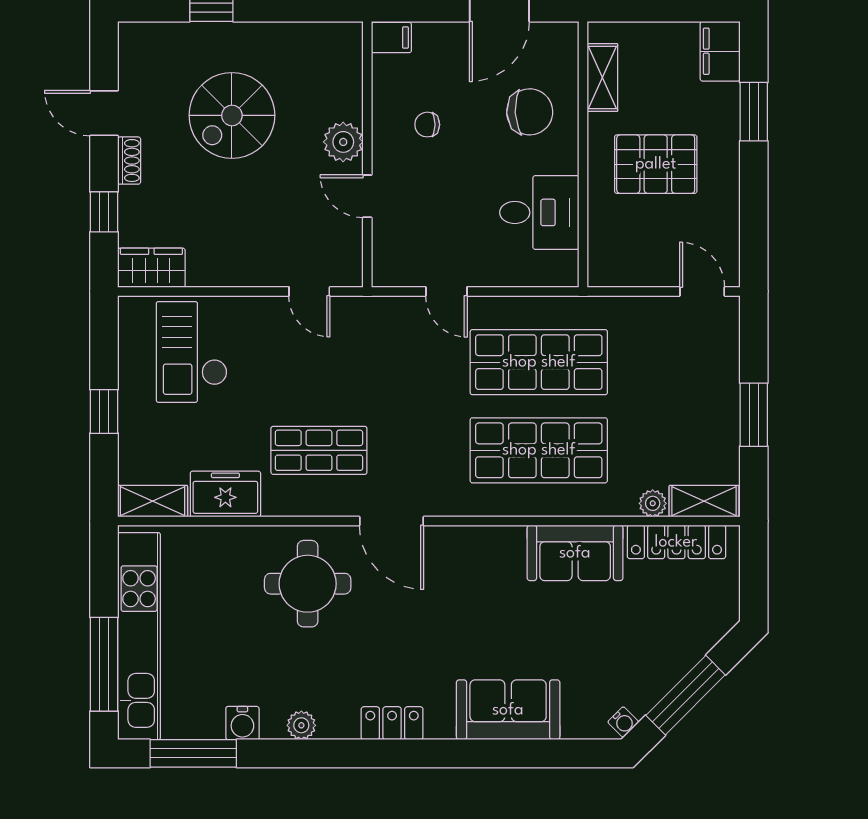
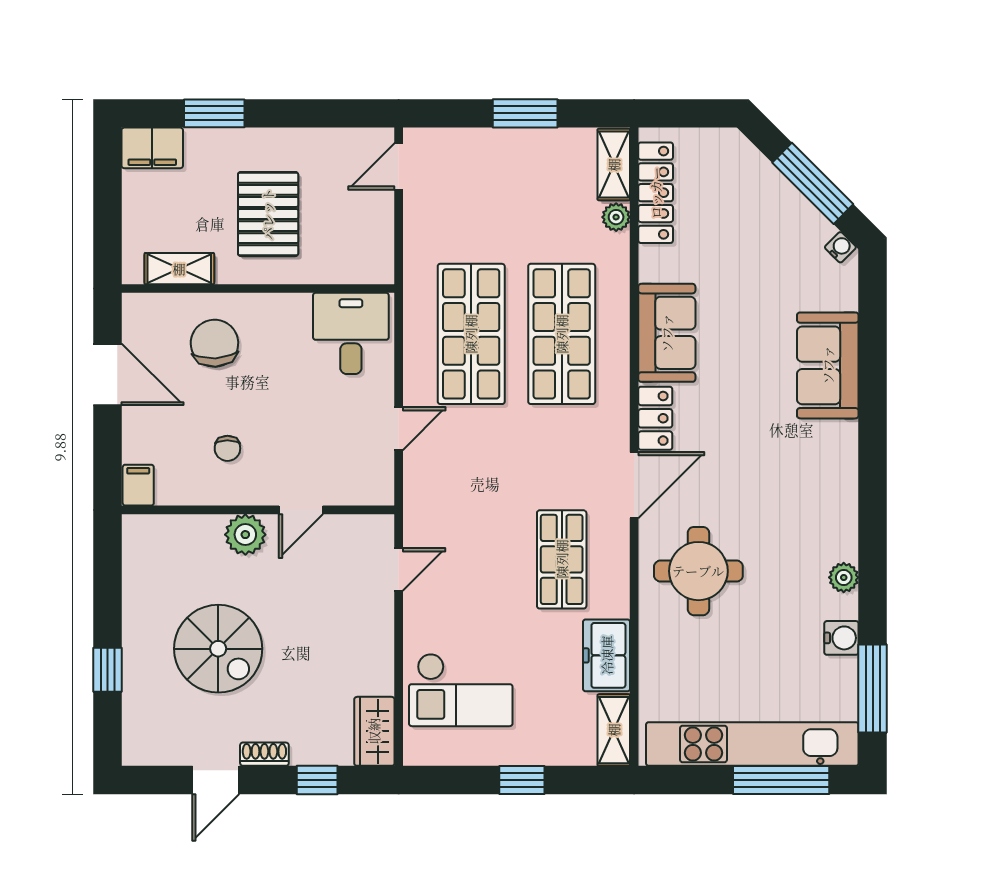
desk: (539, 212) -> (351, 333), moved
sofa: (575, 553) -> (667, 333), moved
locker: (392, 723) -> (655, 418), moved, turned 180

